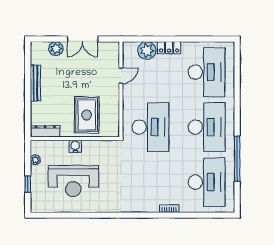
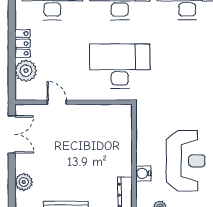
double door: (82, 39) -> (12, 134), moved
rug: (87, 115) -> (105, 144), removed
water cooler: (75, 146) -> (143, 173), moved

